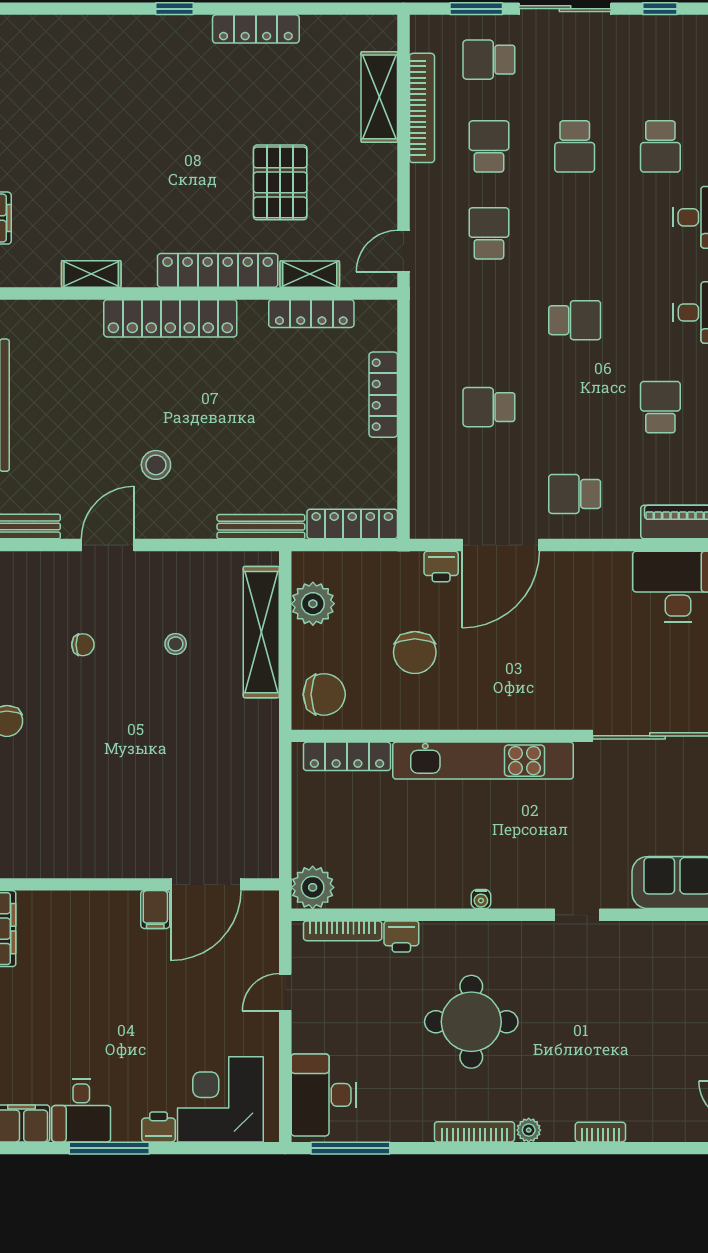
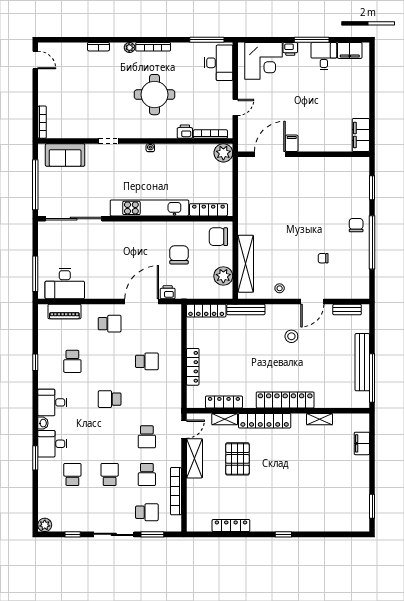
locker: (256, 29) -> (231, 526), moved
shelving: (379, 97) -> (194, 458), moved
stool: (176, 644) -> (280, 288), moved

